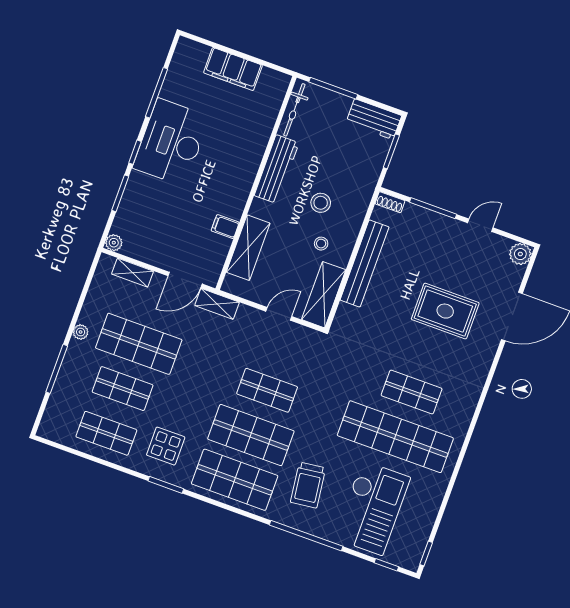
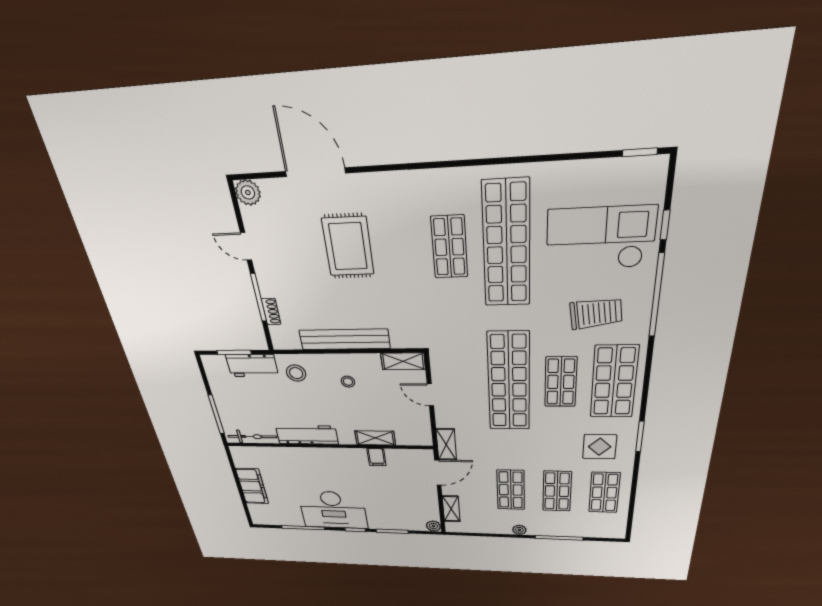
workbench: (374, 119) -> (252, 366), moved, turned 90
shoe rack: (390, 202) -> (271, 312), moved
stool: (321, 203) -> (296, 373), moved
shelving: (248, 248) -> (375, 438), width x0.67, depth x0.75
door: (185, 280) -> (438, 473), hinge flipped
shelving: (324, 295) -> (403, 361), width x0.67, depth x0.75
shop shelf: (139, 344) -> (511, 490), width x0.70, depth x0.74
shop shelf: (267, 390) -> (509, 382), width x2.00, depth x1.36
shop shelf: (251, 435) -> (561, 382), width x0.70, depth x0.74
window: (386, 565) -> (665, 225), moved

